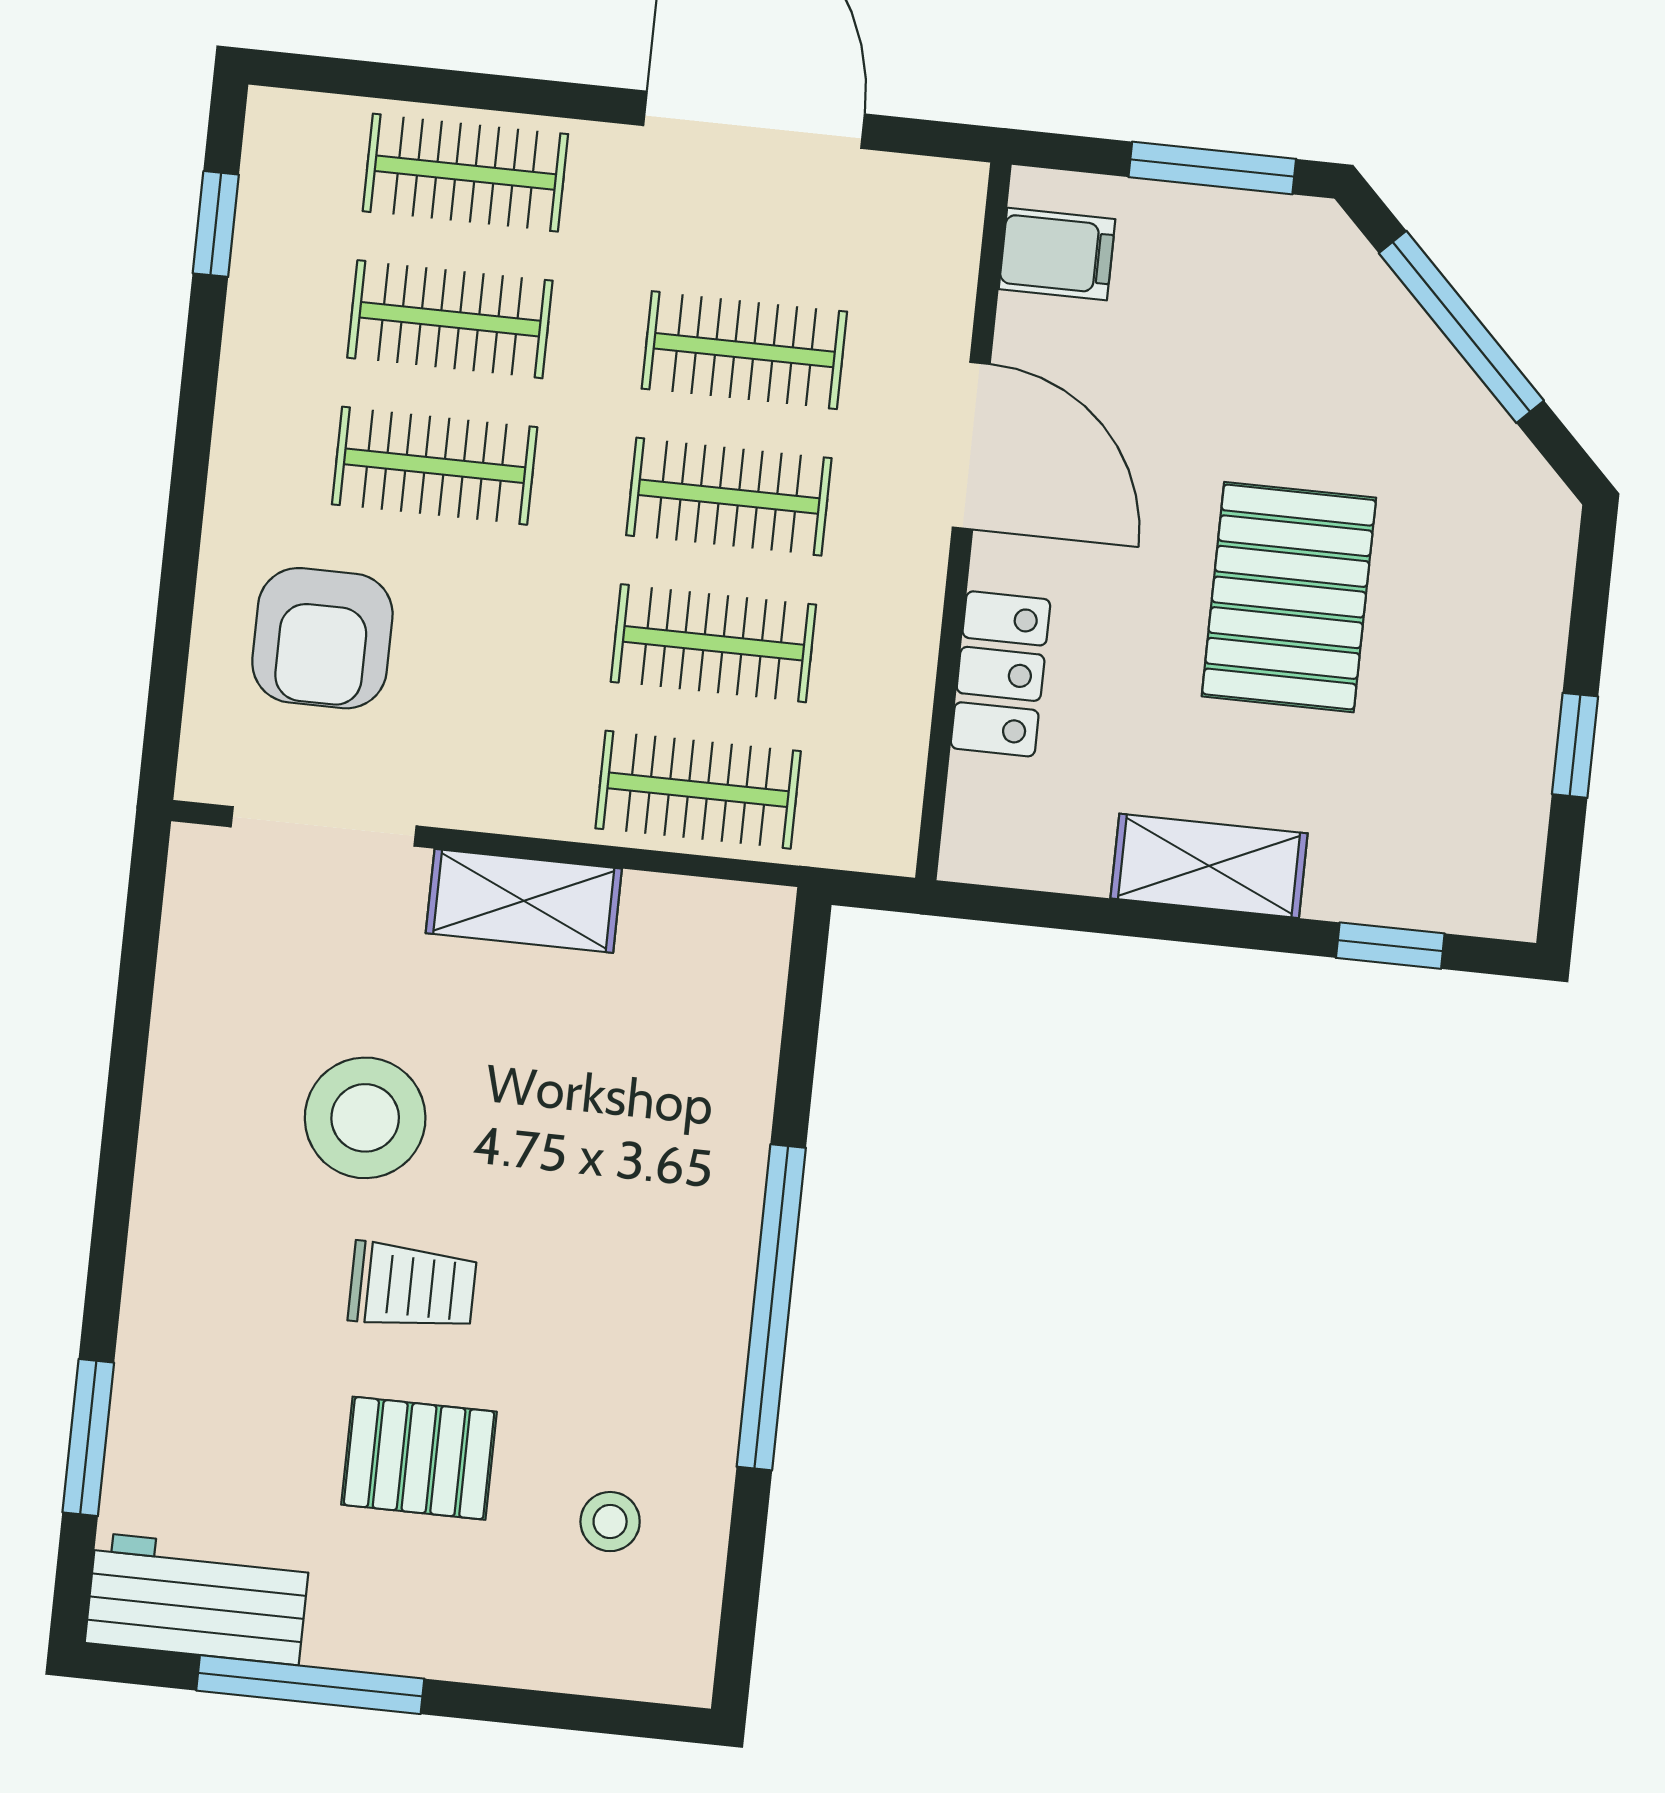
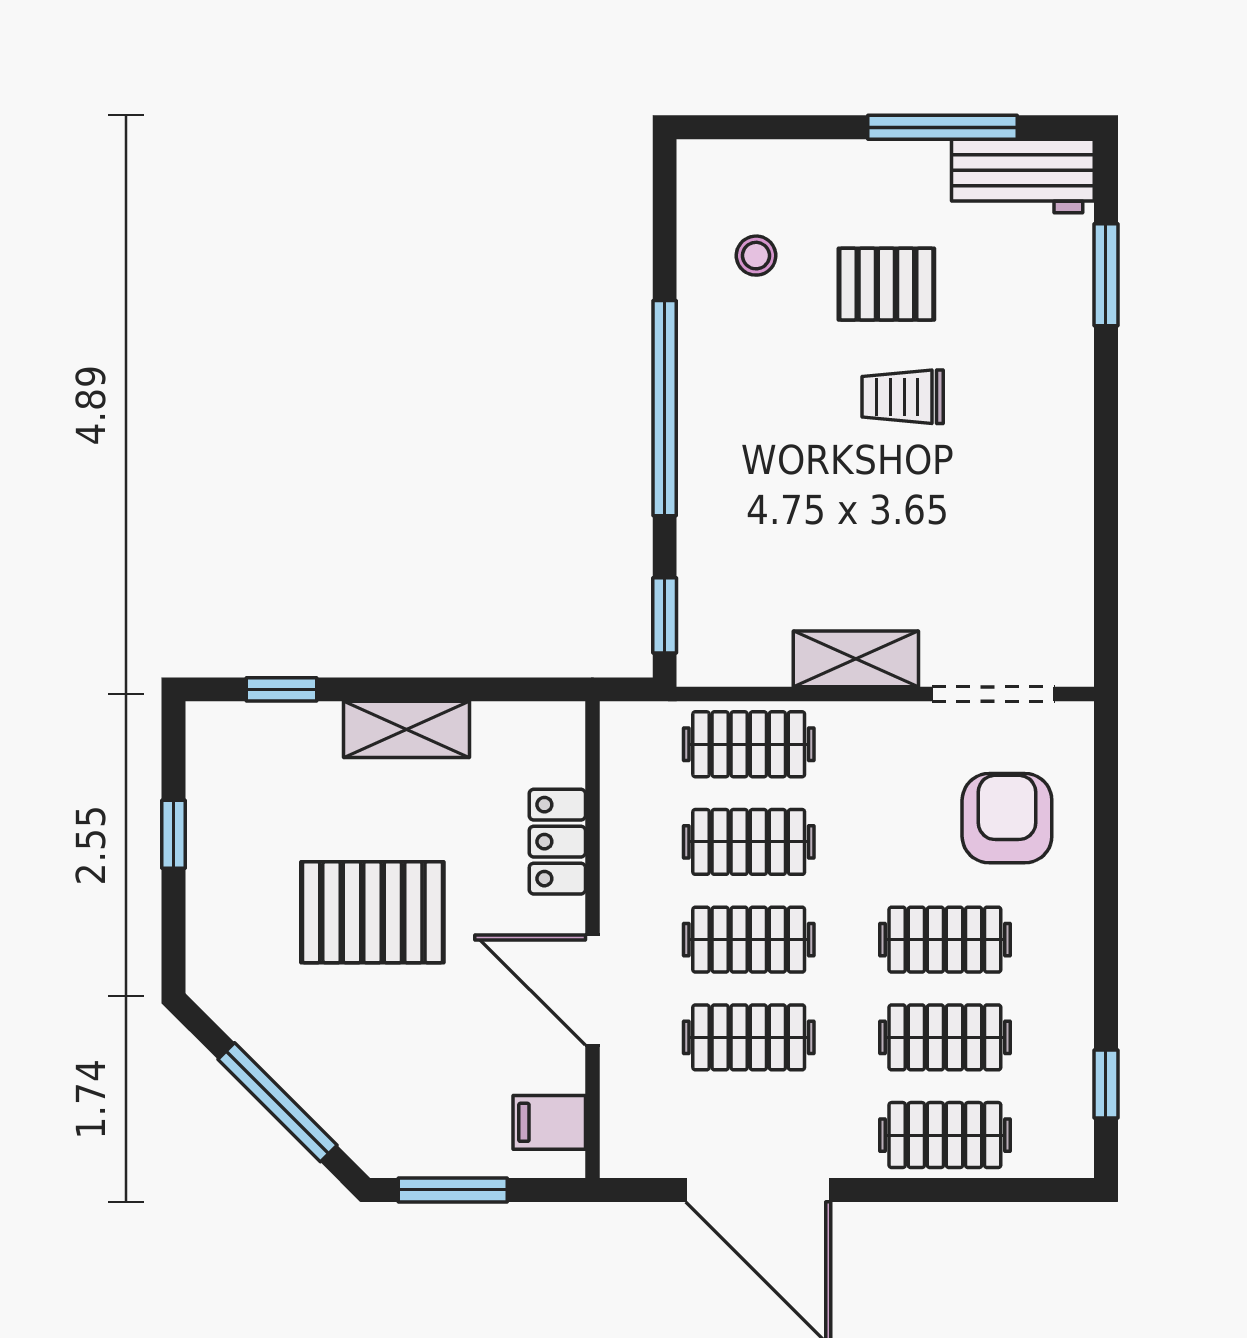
pallet: (1289, 597) -> (372, 912), turned 90
window: (804, 996) -> (665, 615), added
stool: (365, 1118) -> (946, 505), removed

